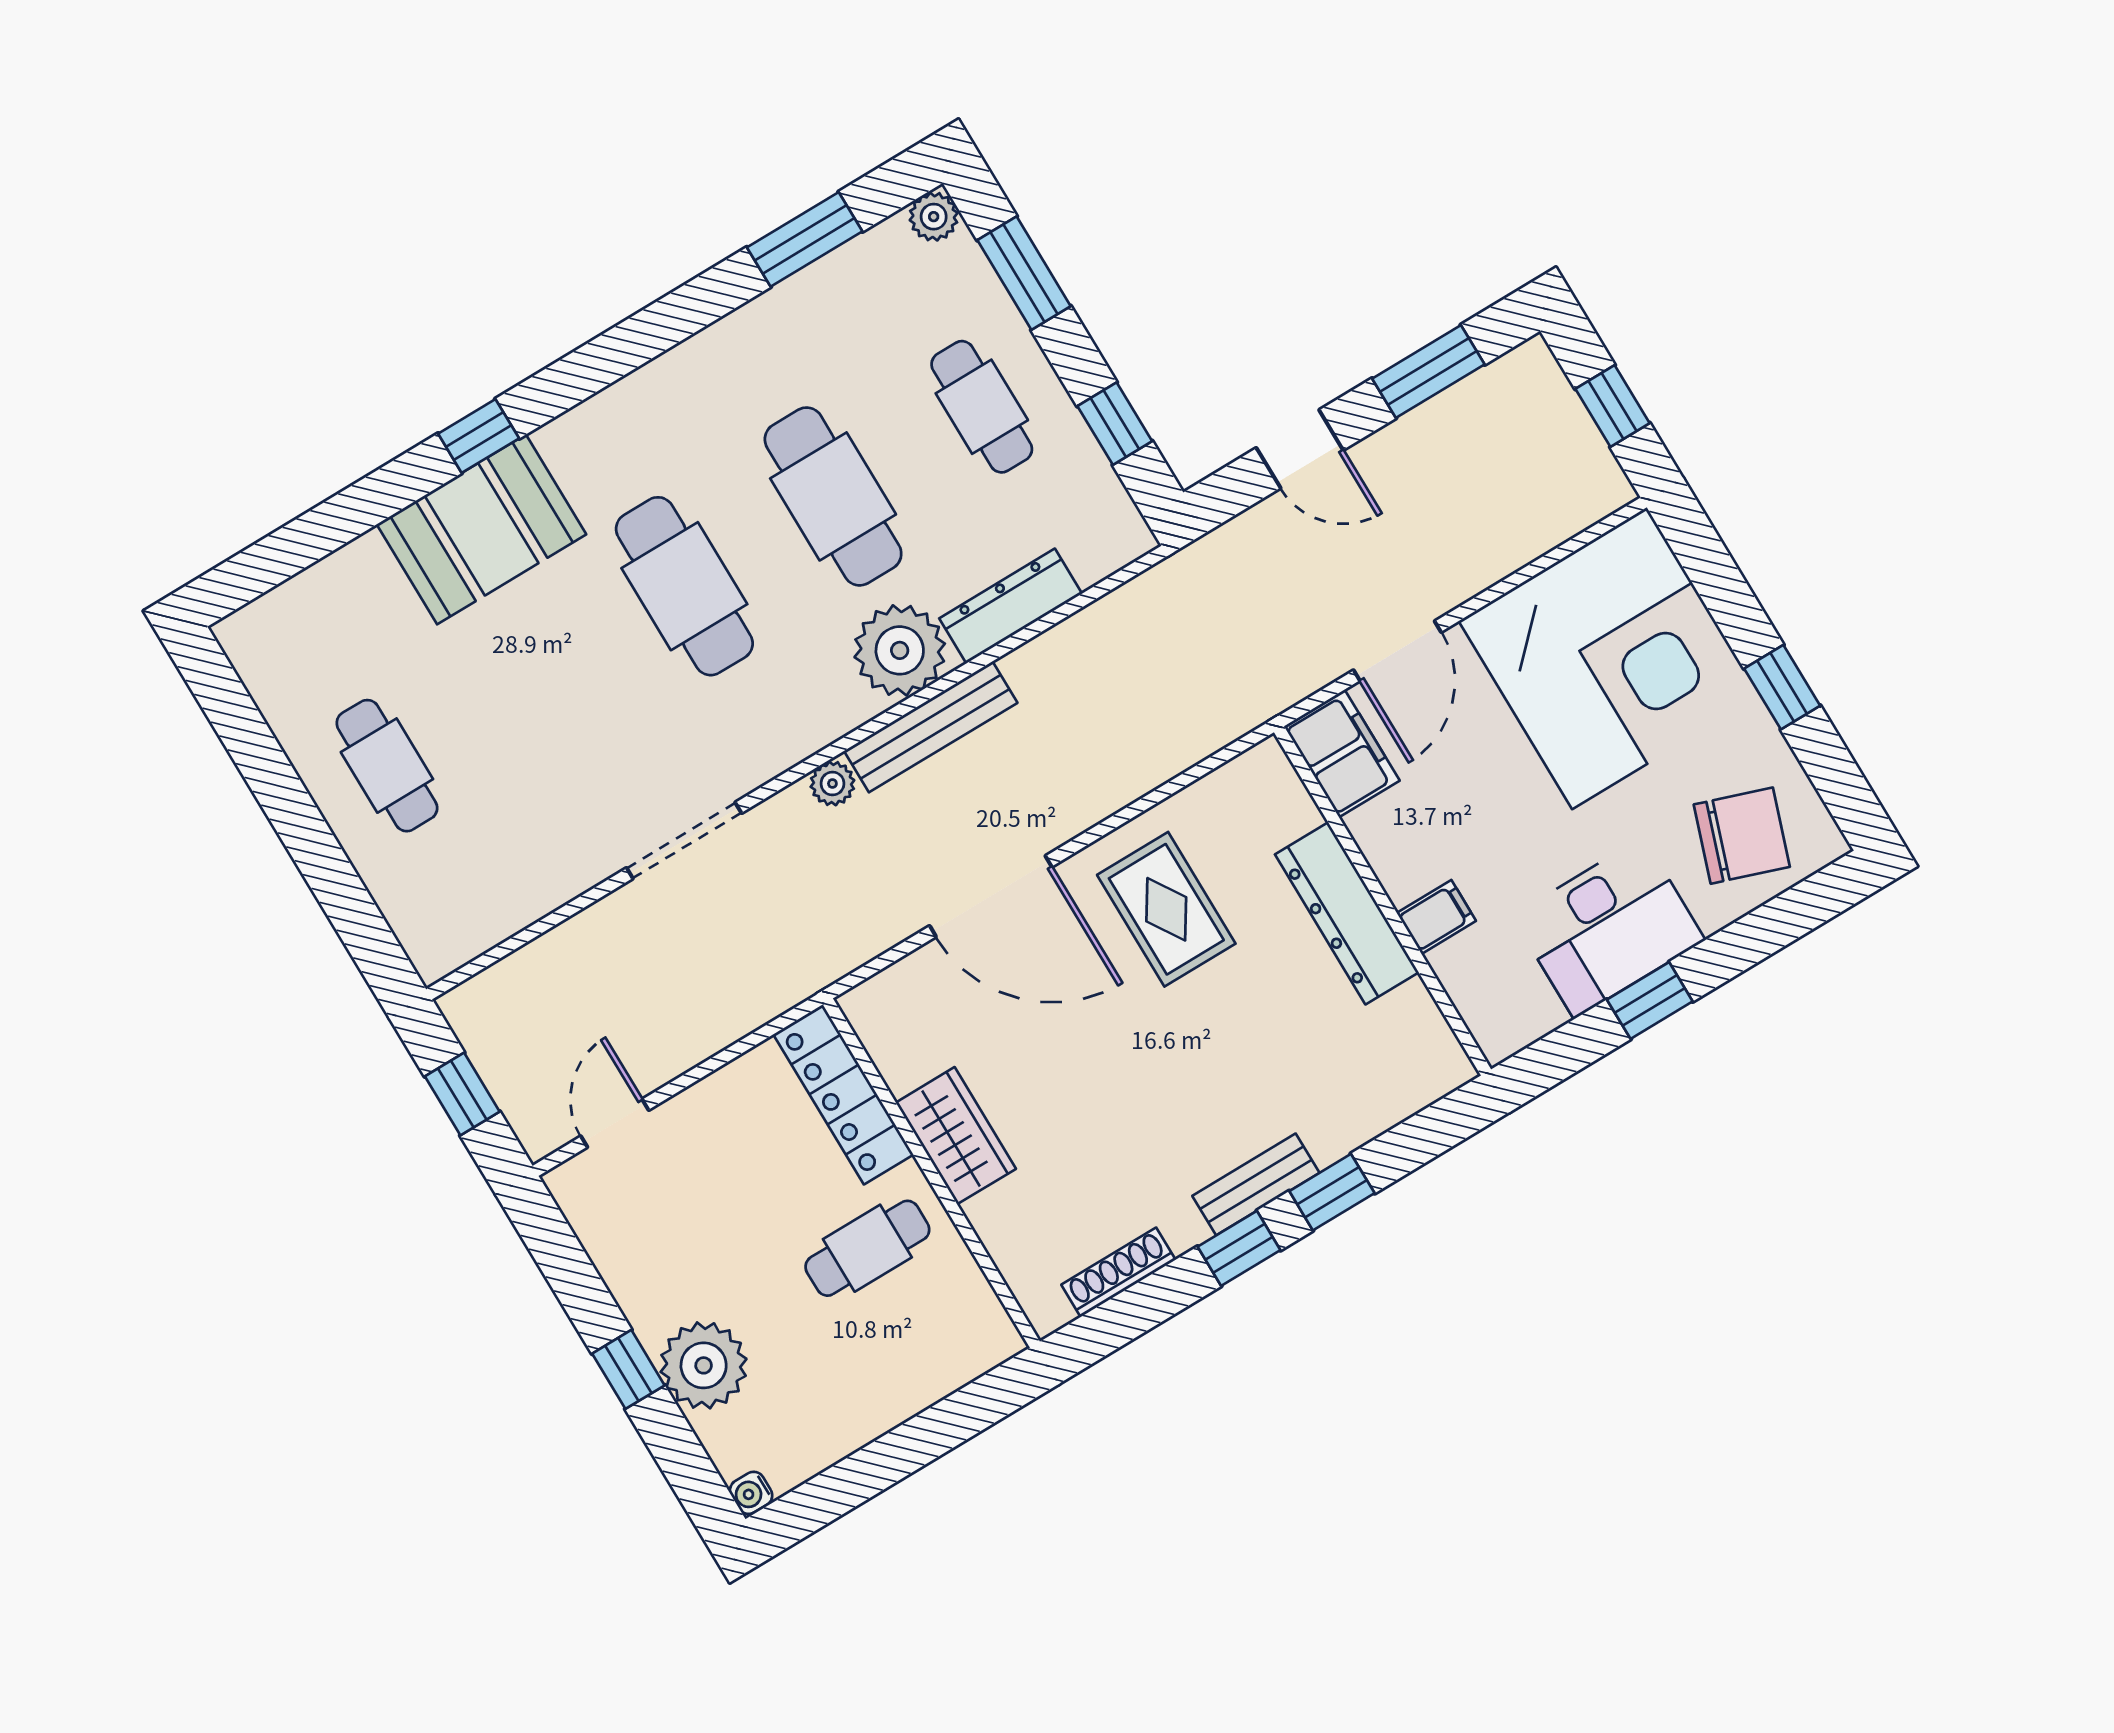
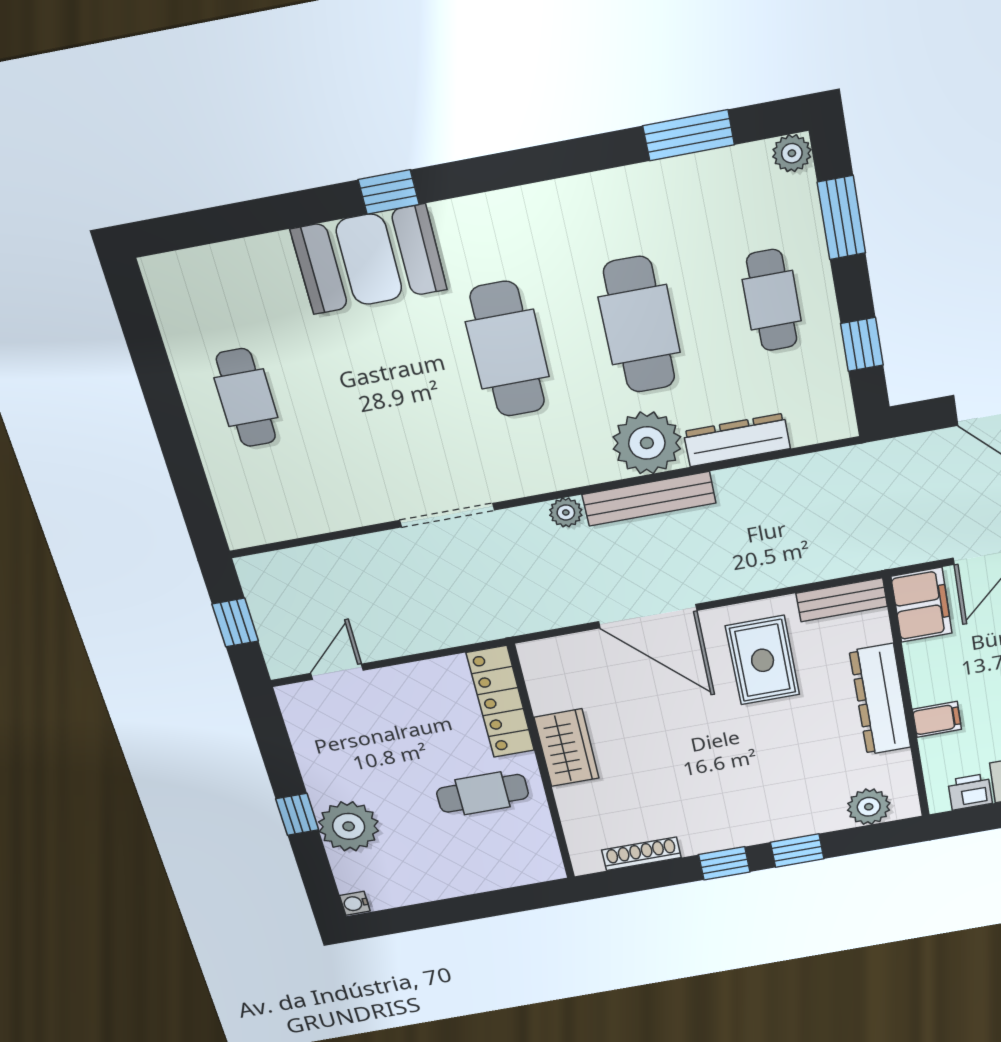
printer: (1531, 1014) -> (970, 792), added
plant: (1402, 1087) -> (869, 807), added
bench: (1256, 1184) -> (842, 600), moved

